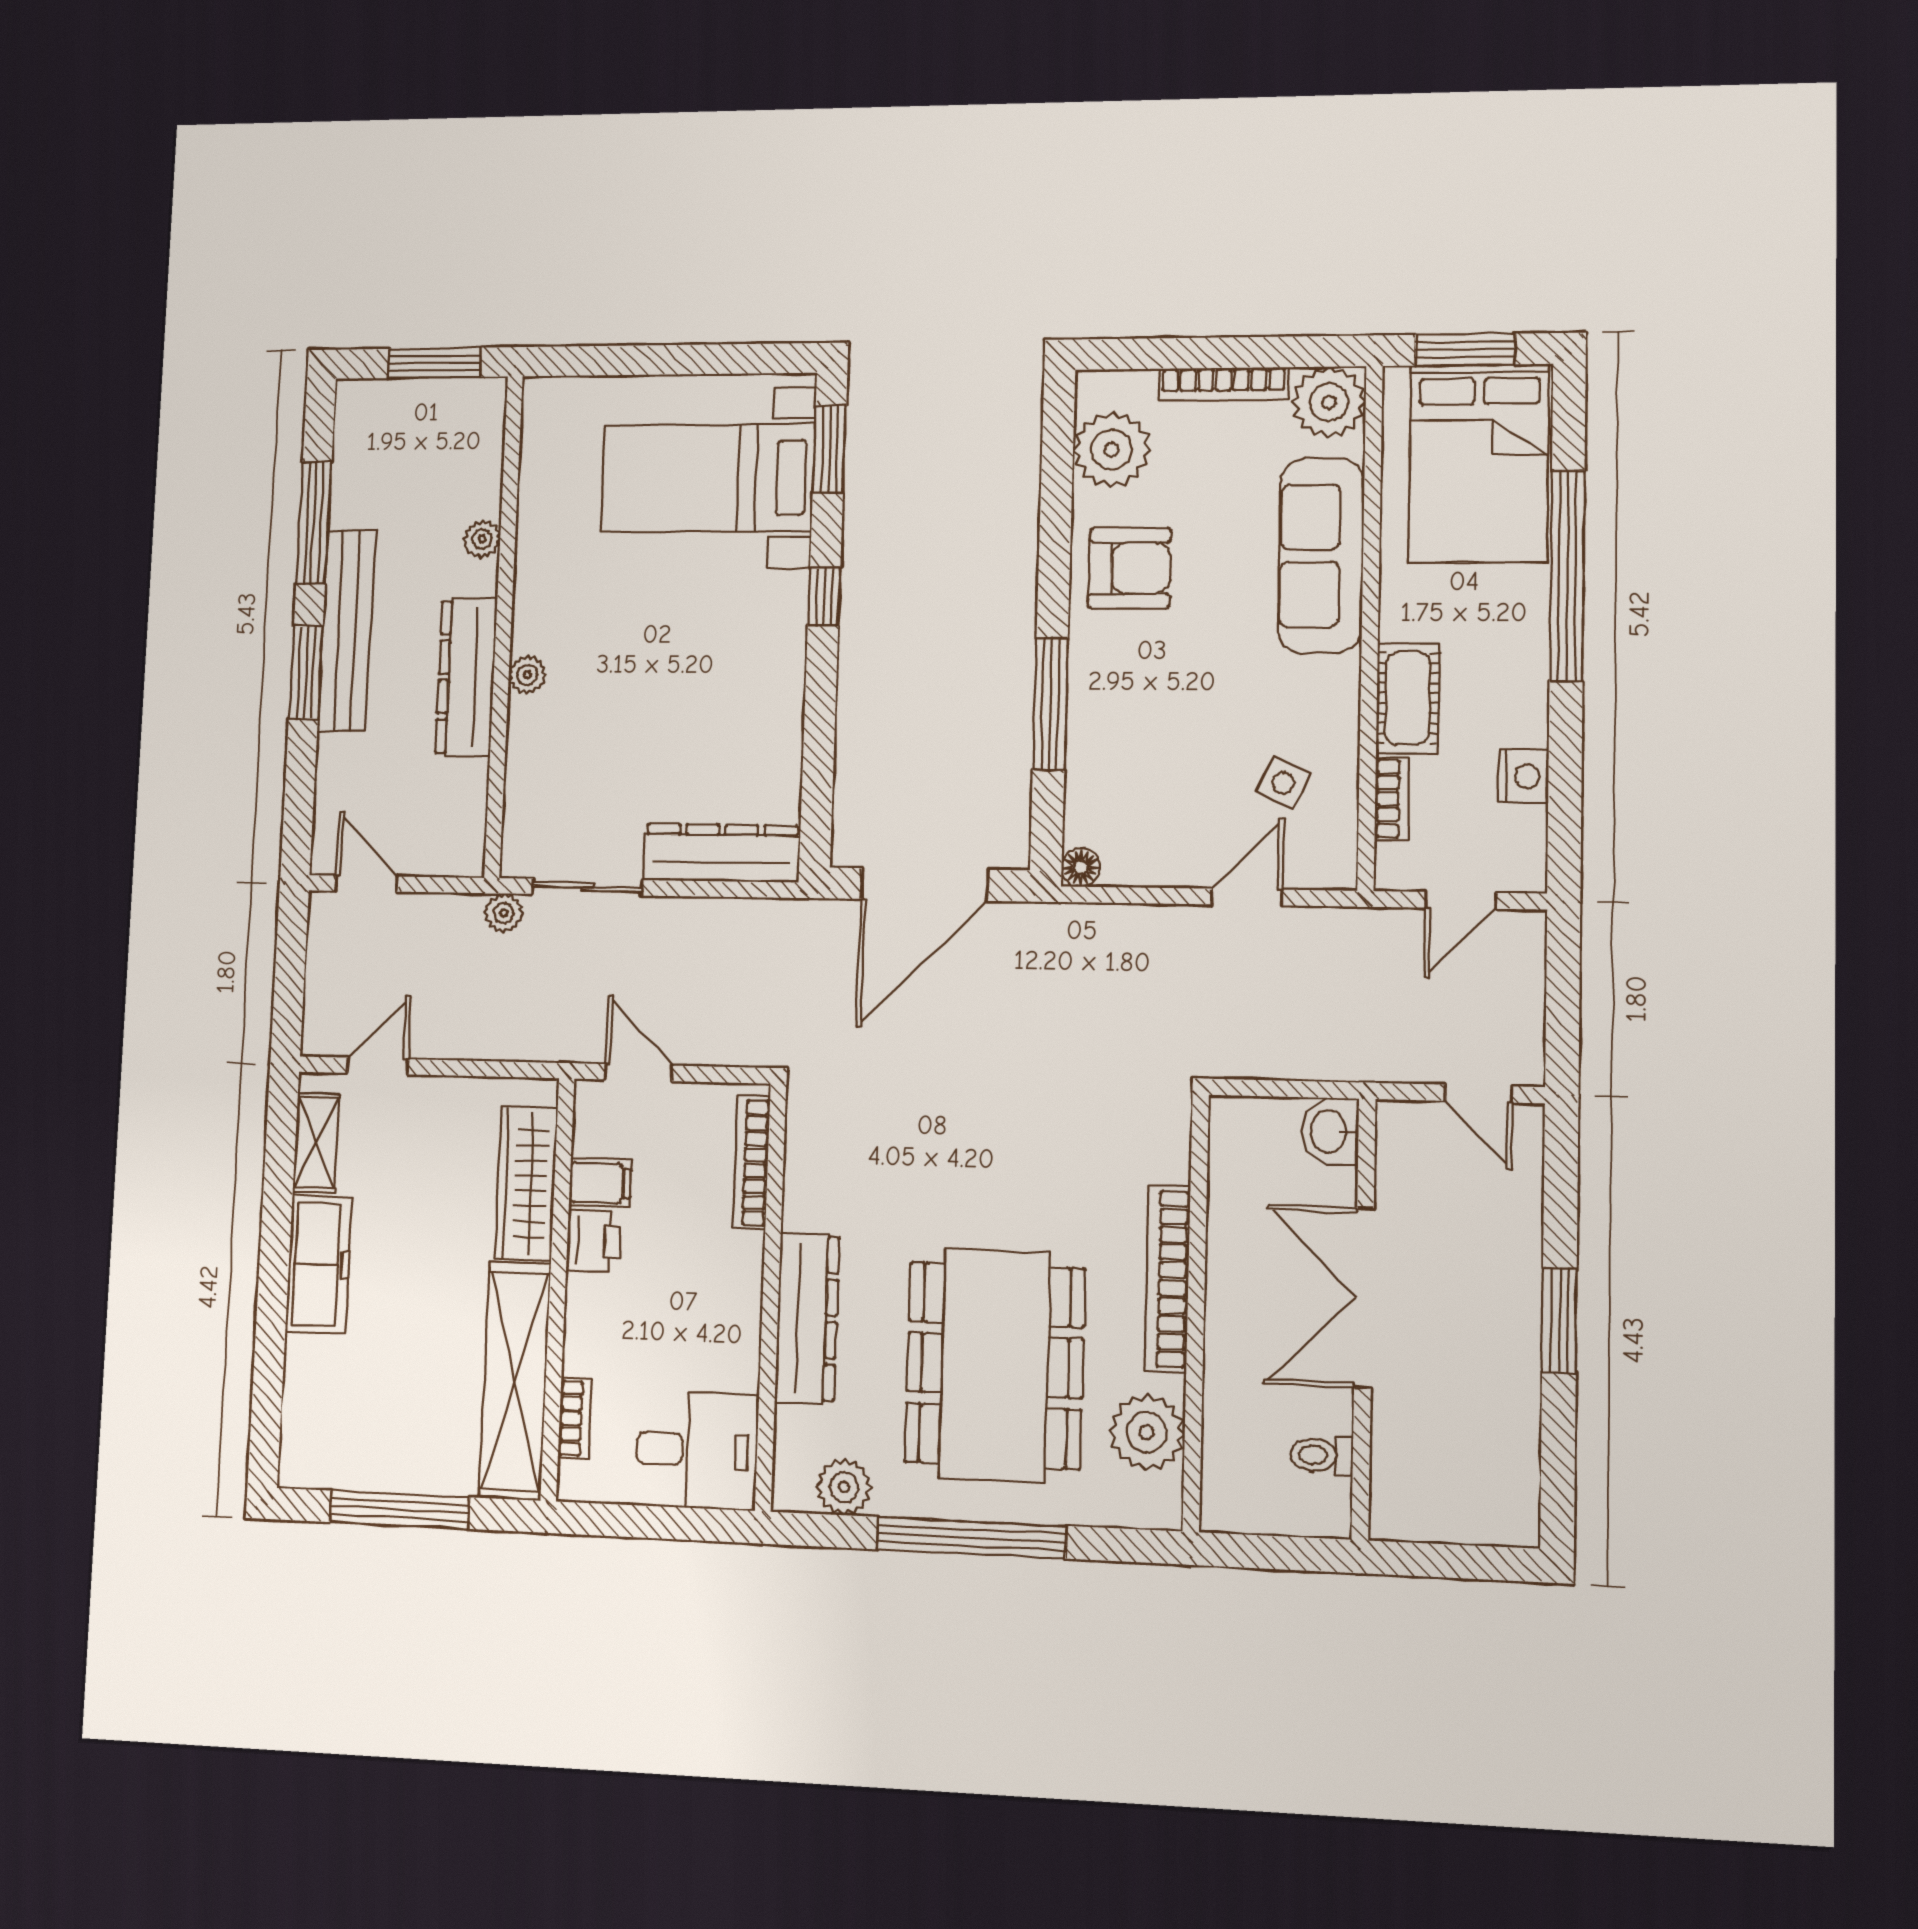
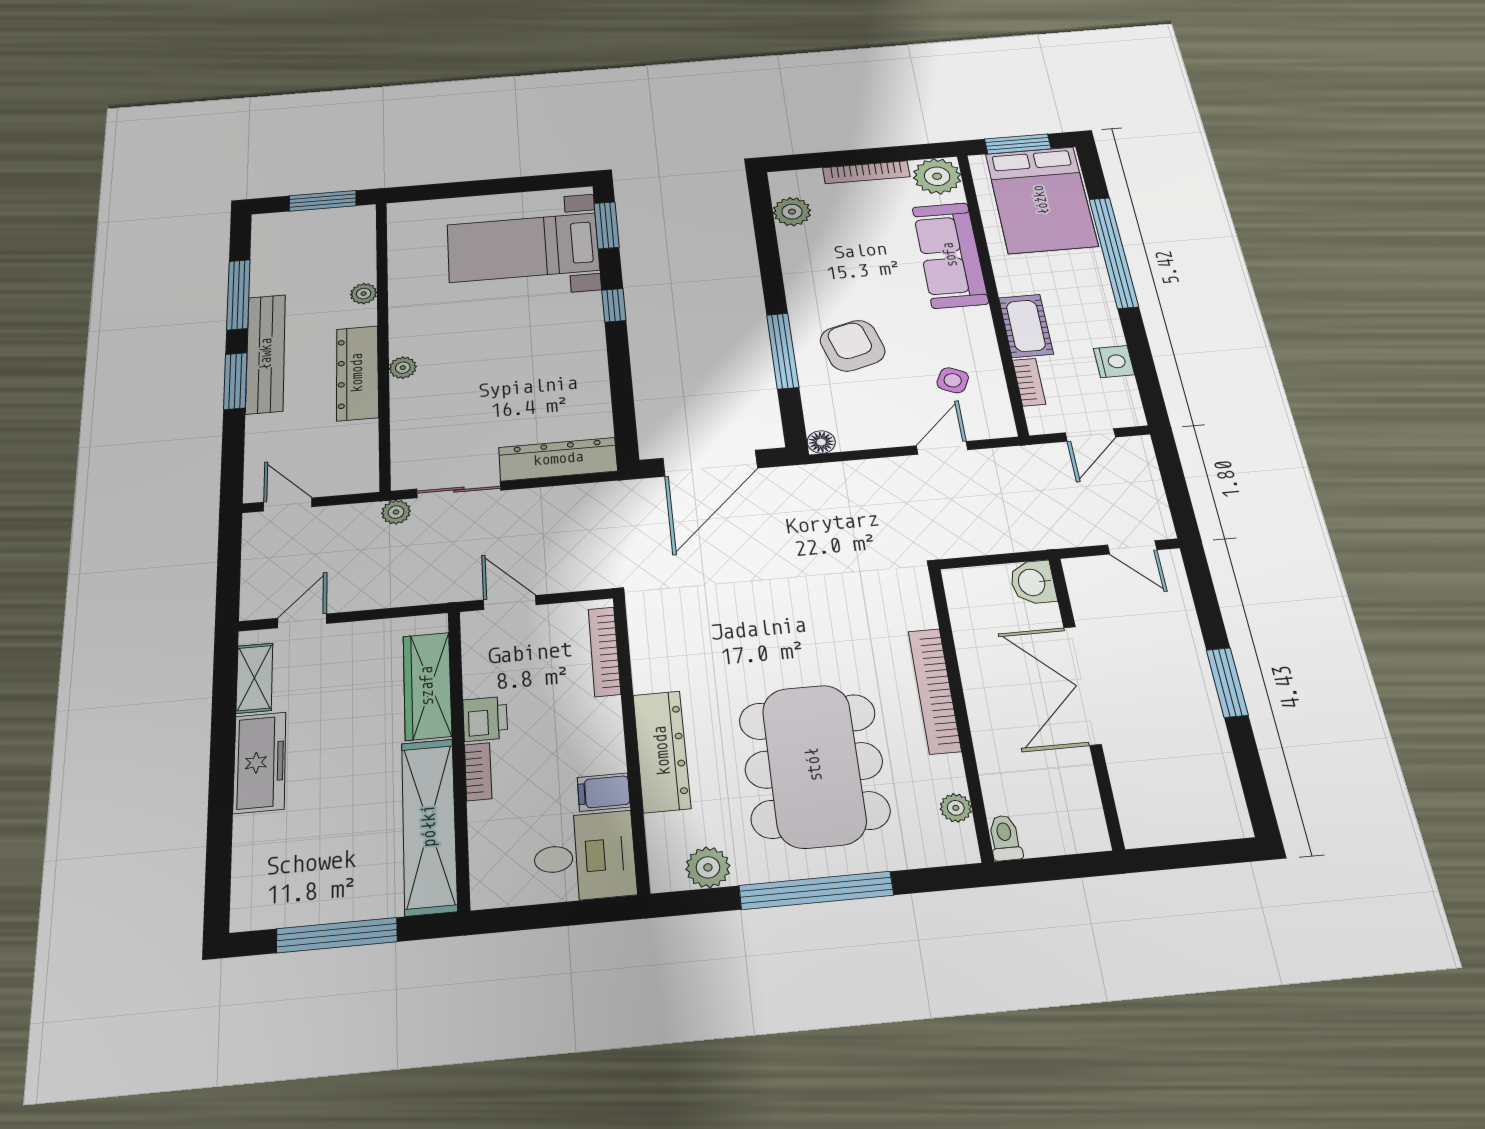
plant: (1111, 450) -> (792, 212), width x0.73, depth x0.73
armchair: (1130, 568) -> (853, 346), moved, turned -106
filing cabinet: (600, 1183) -> (604, 792), moved, turned 180
bookcase: (575, 1419) -> (478, 772), moved
plant: (1147, 1432) -> (956, 808), width x0.53, depth x0.53
toilet: (1322, 1455) -> (1005, 838), moved, turned 90

